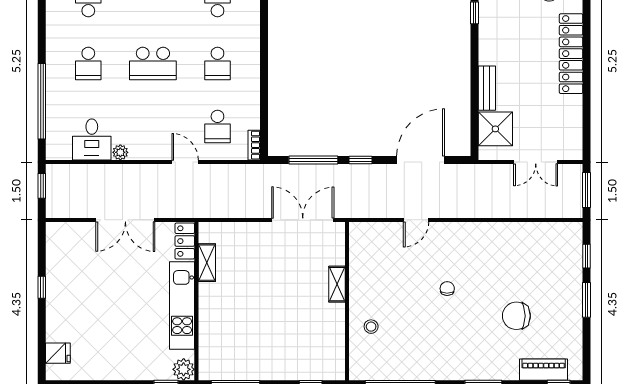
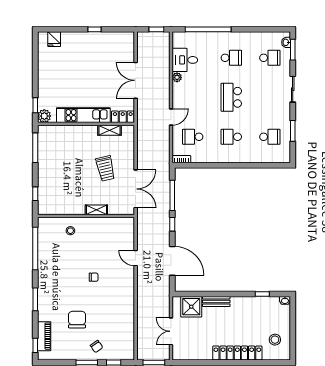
school desk: (88, 64) -> (231, 58), turned 180
trolley: (269, 269) -> (105, 168), added
chair: (561, 284) -> (97, 347), added

